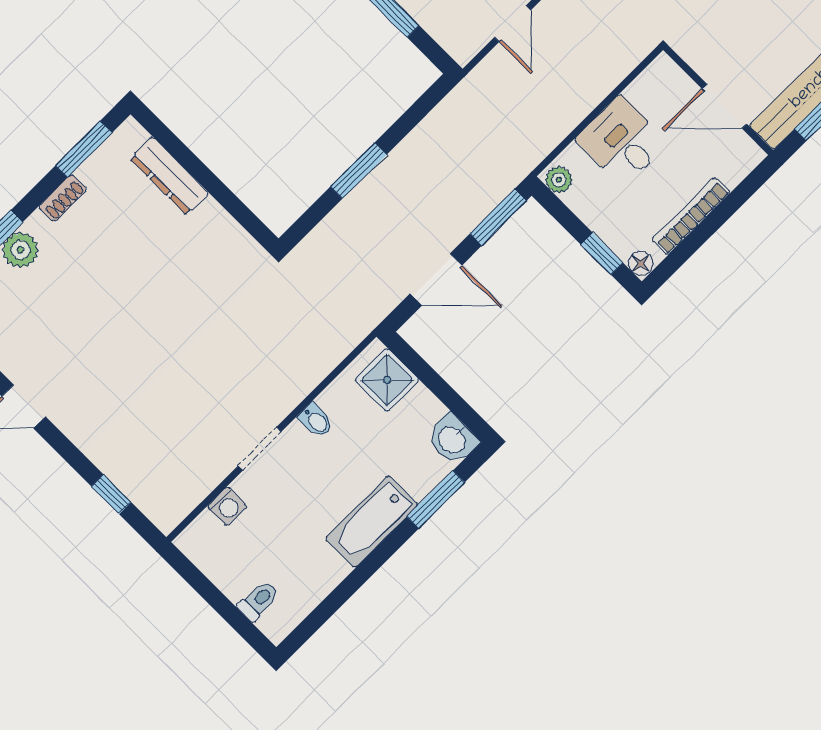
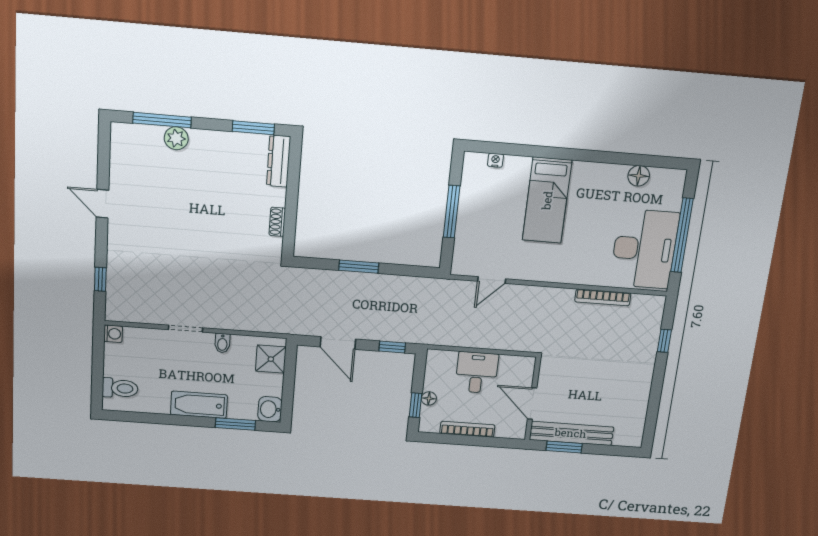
dresser: (170, 176) -> (279, 161), moved
plant: (559, 180) -> (434, 359), removed
shoe rack: (63, 198) -> (277, 222), moved, turned 90
window: (498, 217) -> (392, 347), width x0.67
floor lamp: (641, 263) -> (429, 398), moved
washing machine: (227, 506) -> (113, 334), moved, turned -90
toilet: (259, 601) -> (120, 388), width x1.37, depth x1.39

